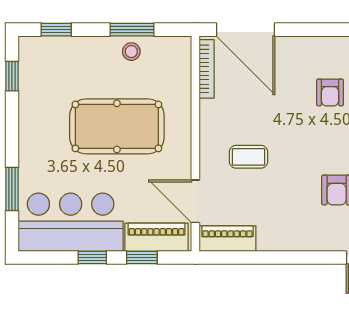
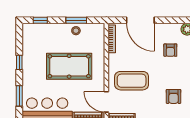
door: (246, 30) -> (140, 20), moved
window: (12, 76) -> (19, 62), moved
coffee table: (248, 157) -> (132, 81), width x1.86, depth x1.72

